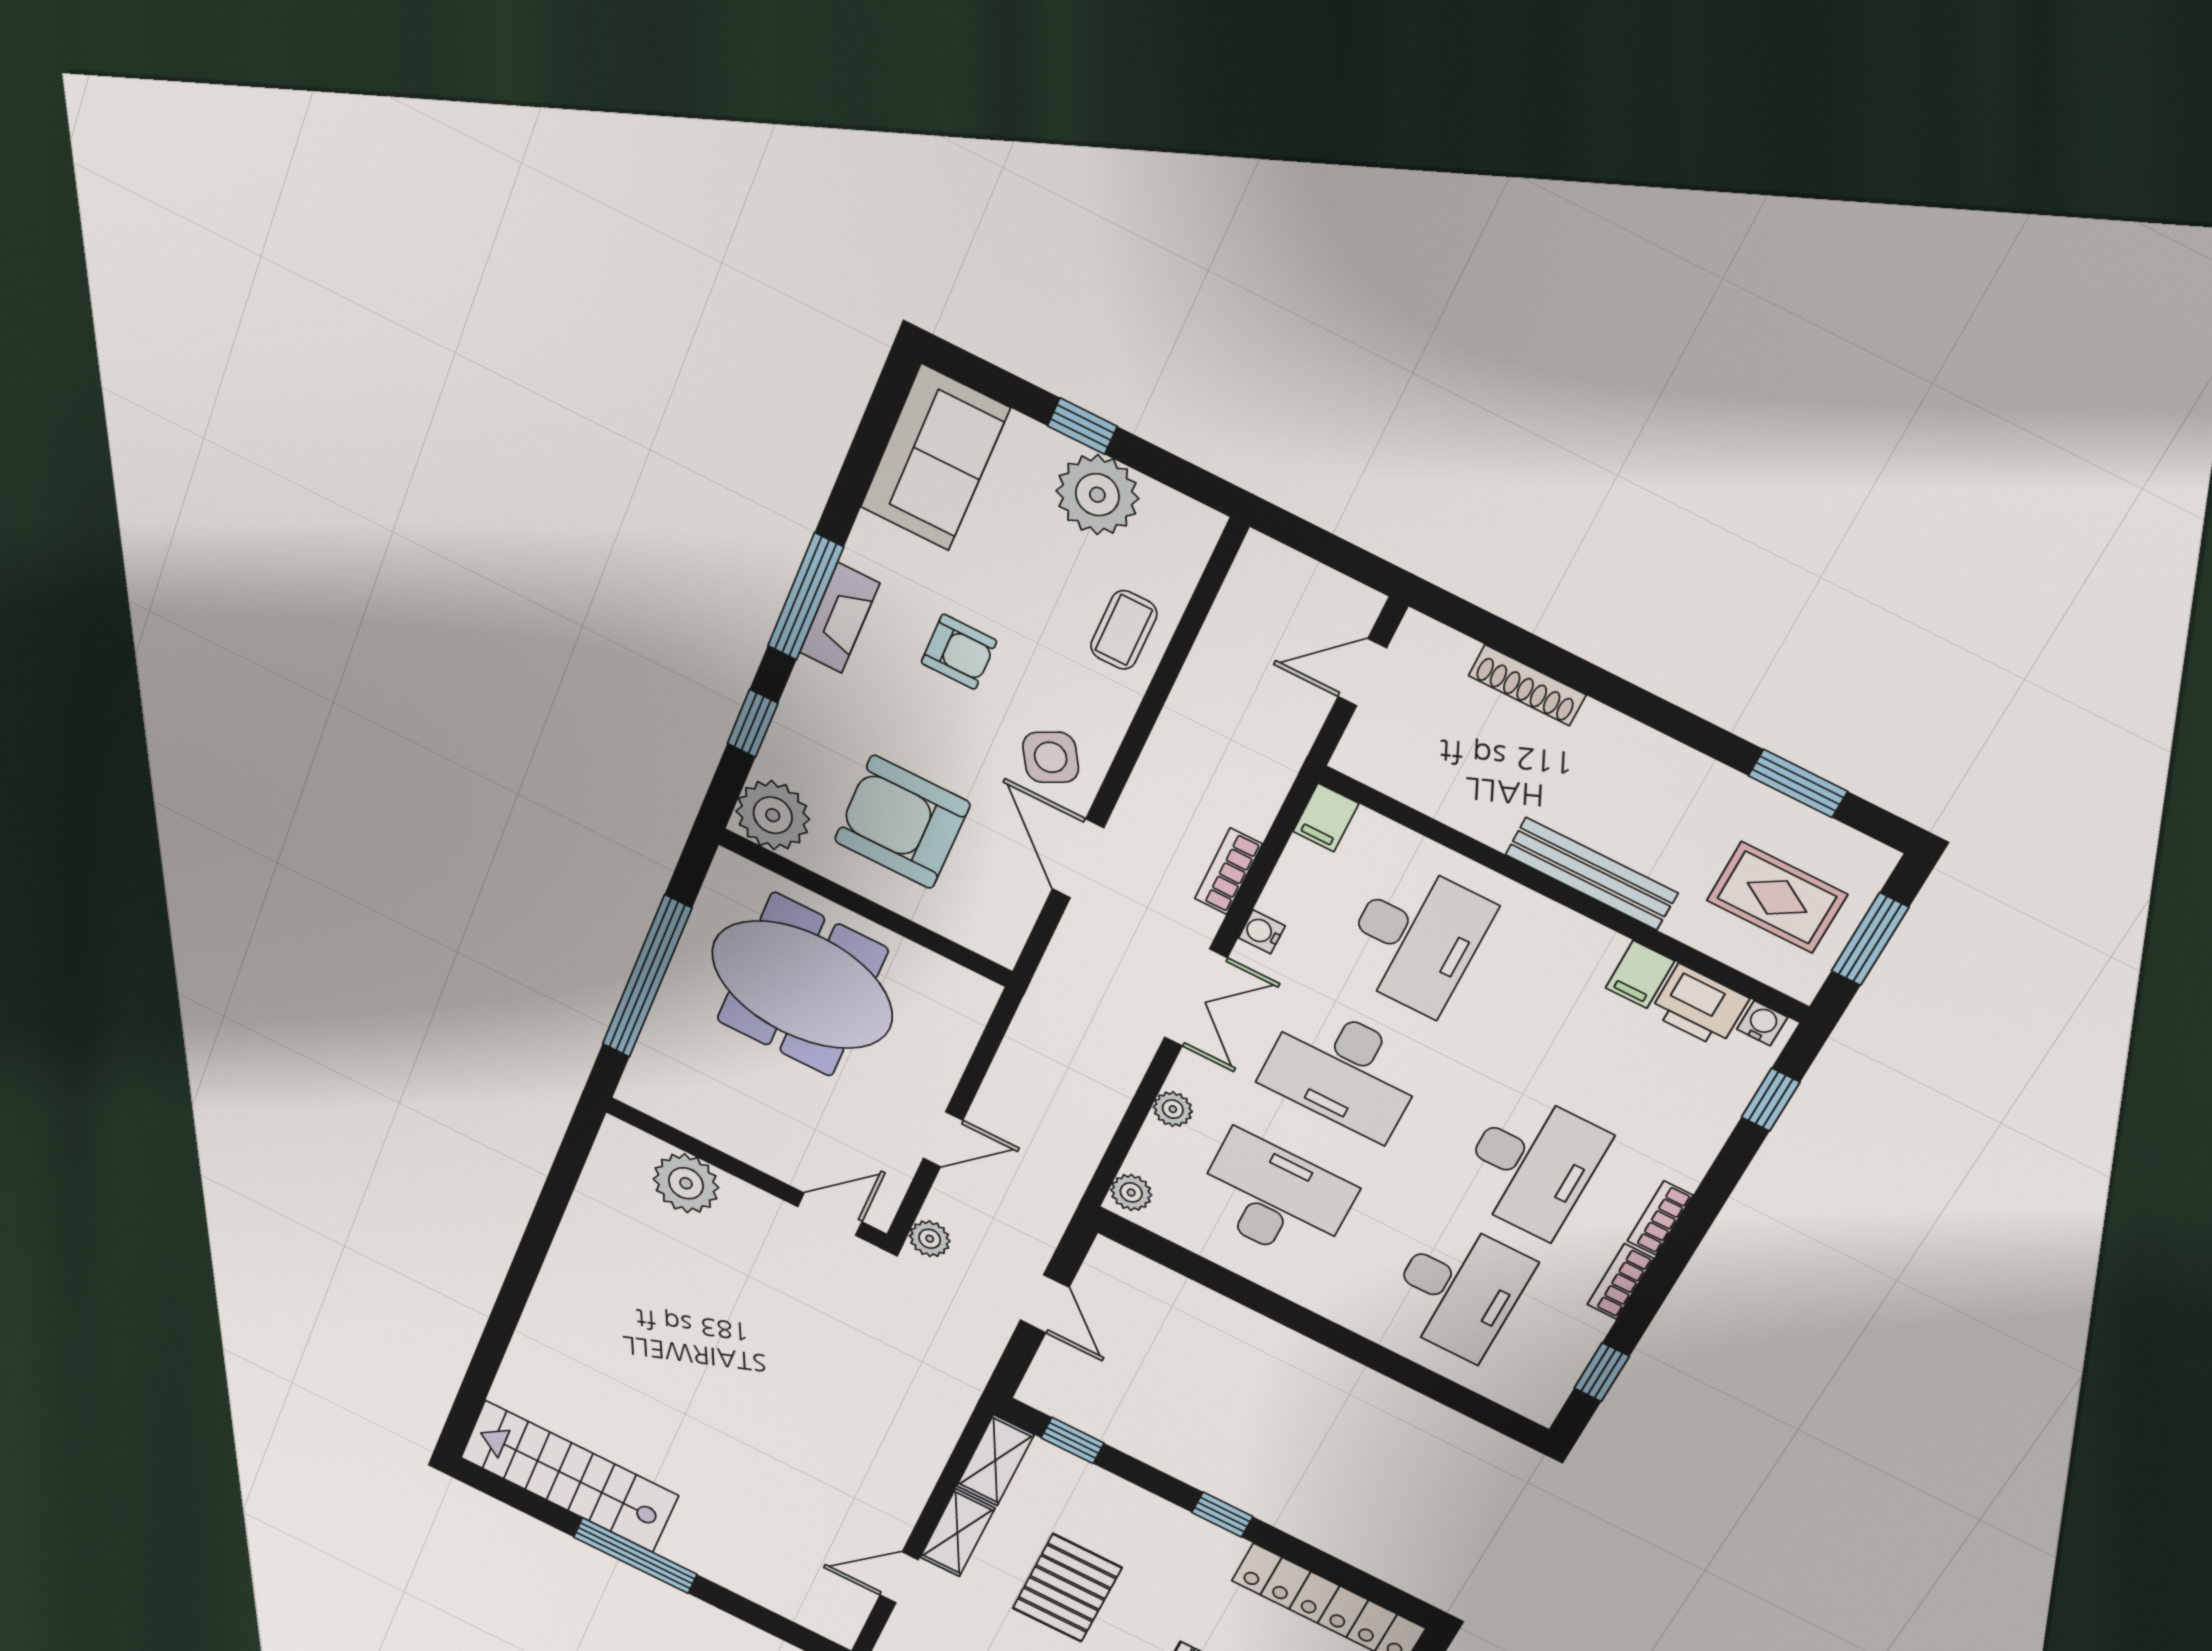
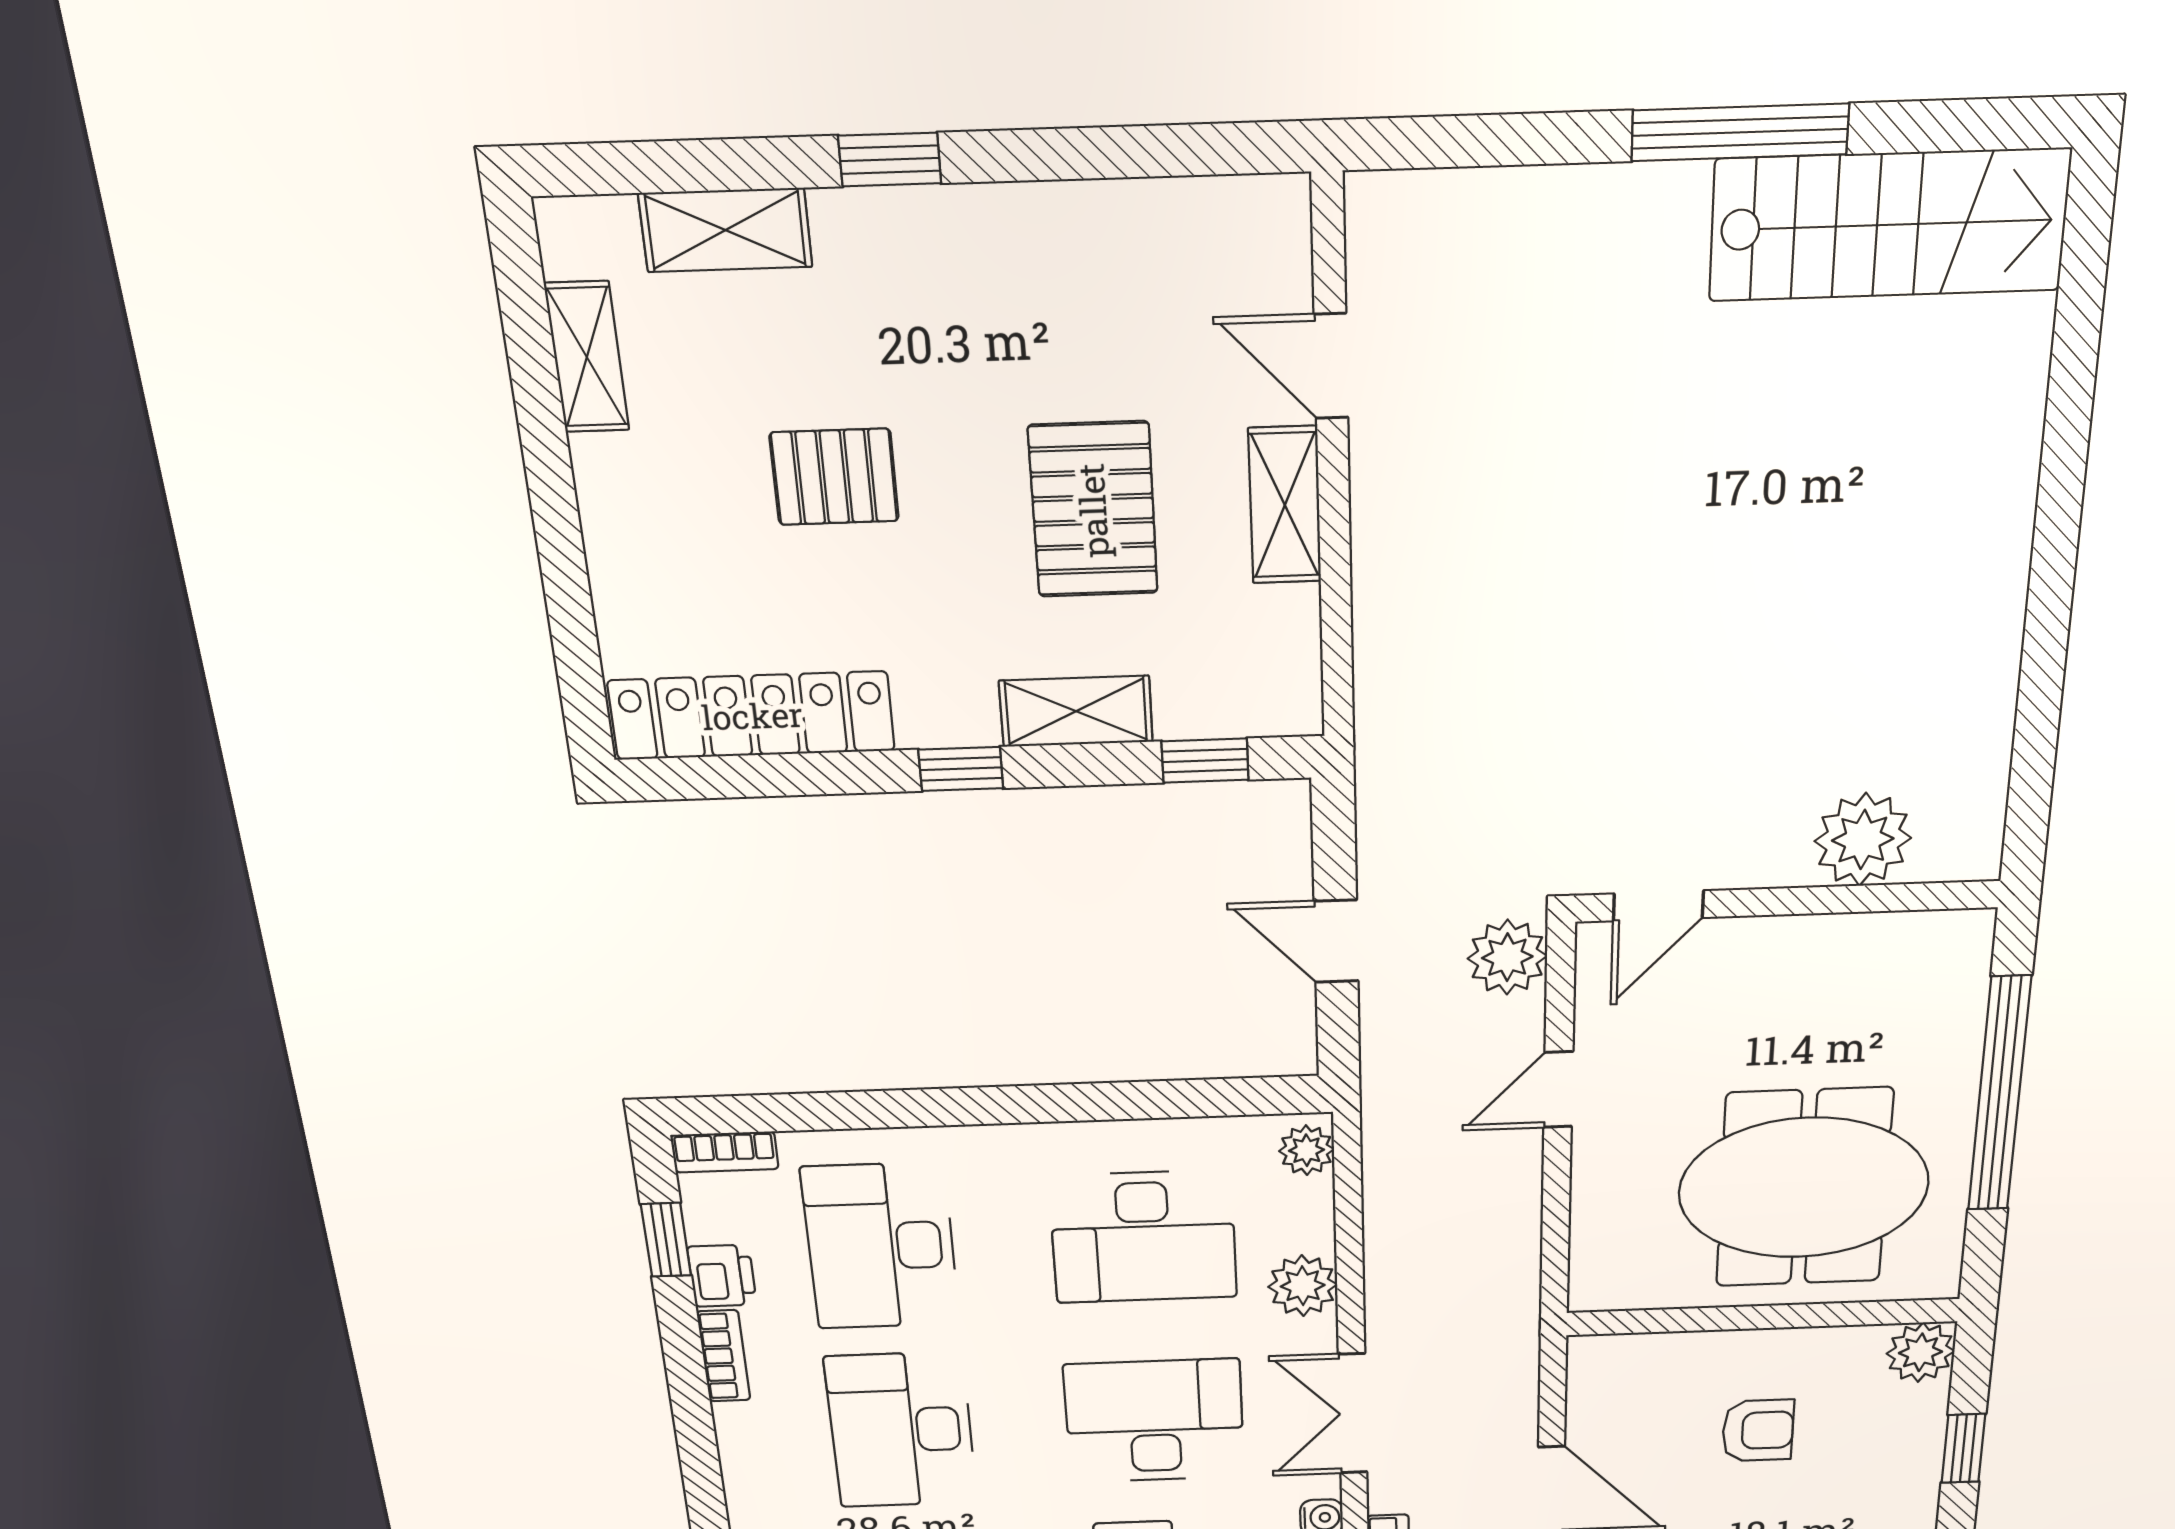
plant: (773, 815) -> (1921, 1352), width x0.73, depth x0.73
armchair: (902, 822) -> (1758, 1430), width x0.53, depth x0.53
plant: (1173, 1109) -> (1303, 1286), width x1.38, depth x1.38
bookcase: (1660, 1218) -> (725, 1152), moved, turned 90
plant: (930, 1239) -> (1507, 957), width x1.38, depth x1.38
printer: (1581, 1331) -> (722, 1276), added
shelving: (995, 1460) -> (1076, 711), moved, turned 90
door: (899, 1577) -> (1331, 366), swing flipped

